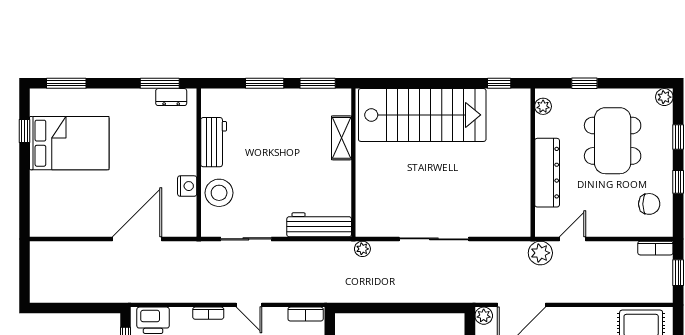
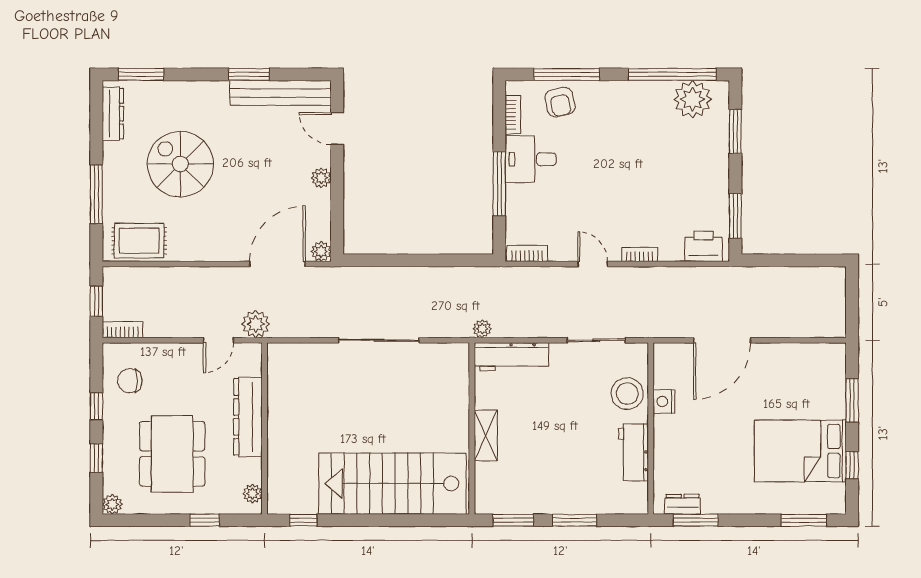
shelving: (341, 138) -> (486, 436), moved
window: (25, 187) -> (852, 400), added
plant: (362, 249) -> (482, 329), moved

